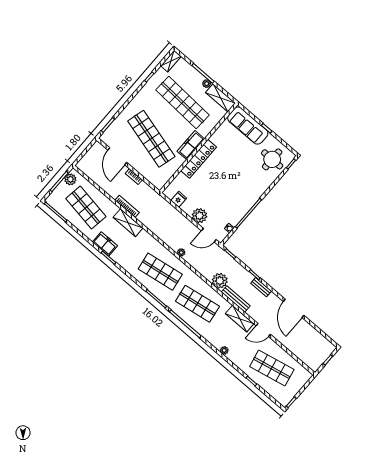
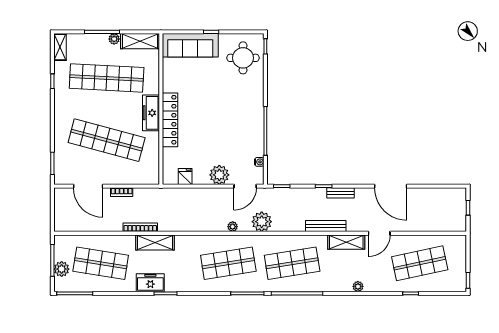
plant: (70, 179) -> (62, 269), moved
plant: (220, 281) -> (262, 222), moved

